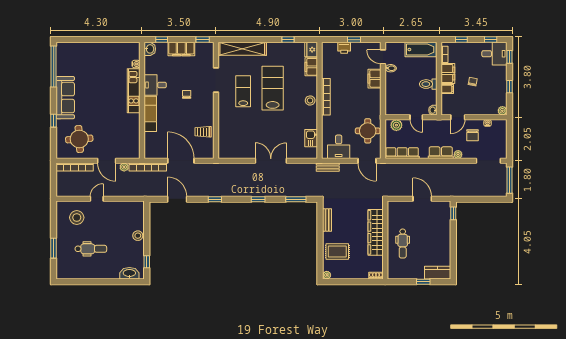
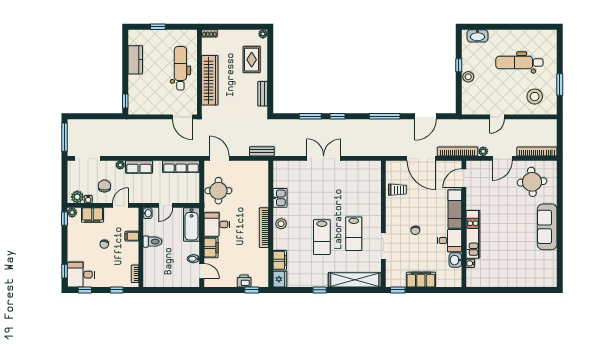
window: (162, 40) -> (442, 290), removed
window: (288, 40) -> (320, 290), moved
window: (354, 40) -> (252, 290), moved
washbasin: (150, 49) -> (455, 260), moved
bathtub: (421, 50) -> (192, 225), moved, turned -90
window: (54, 67) -> (560, 261), removed
filing cabinet: (448, 73) -> (92, 215), moved, turned -90
window: (509, 87) -> (64, 219), moved
lab bench: (273, 88) -> (322, 237), width x0.73, depth x0.72
door: (416, 117) -> (166, 205), swing flipped
window: (54, 121) -> (560, 202), removed
plant: (396, 125) -> (77, 197), moved
kitchen sink: (311, 138) -> (280, 198), moved
door: (142, 142) -> (464, 178), added
desk: (339, 147) -> (217, 224), moved, turned -90
door: (107, 161) -> (502, 158), swing flipped
double door: (271, 161) -> (324, 158), swing flipped
door: (97, 199) -> (497, 117), moved
door: (177, 199) -> (426, 116), hinge flipped
window: (215, 199) -> (385, 116), width x2.17
window: (296, 199) -> (310, 116), moved
door: (422, 199) -> (182, 117), moved
dental chair: (403, 243) -> (180, 68), width x1.36, depth x1.38
window: (54, 248) -> (560, 84), moved
dental chair: (91, 249) -> (519, 62), width x1.36, depth x1.38
rug: (337, 252) -> (252, 60), turned 90
window: (147, 262) -> (459, 65), moved
kitchen counter: (438, 273) -> (135, 60), moved, turned -90

